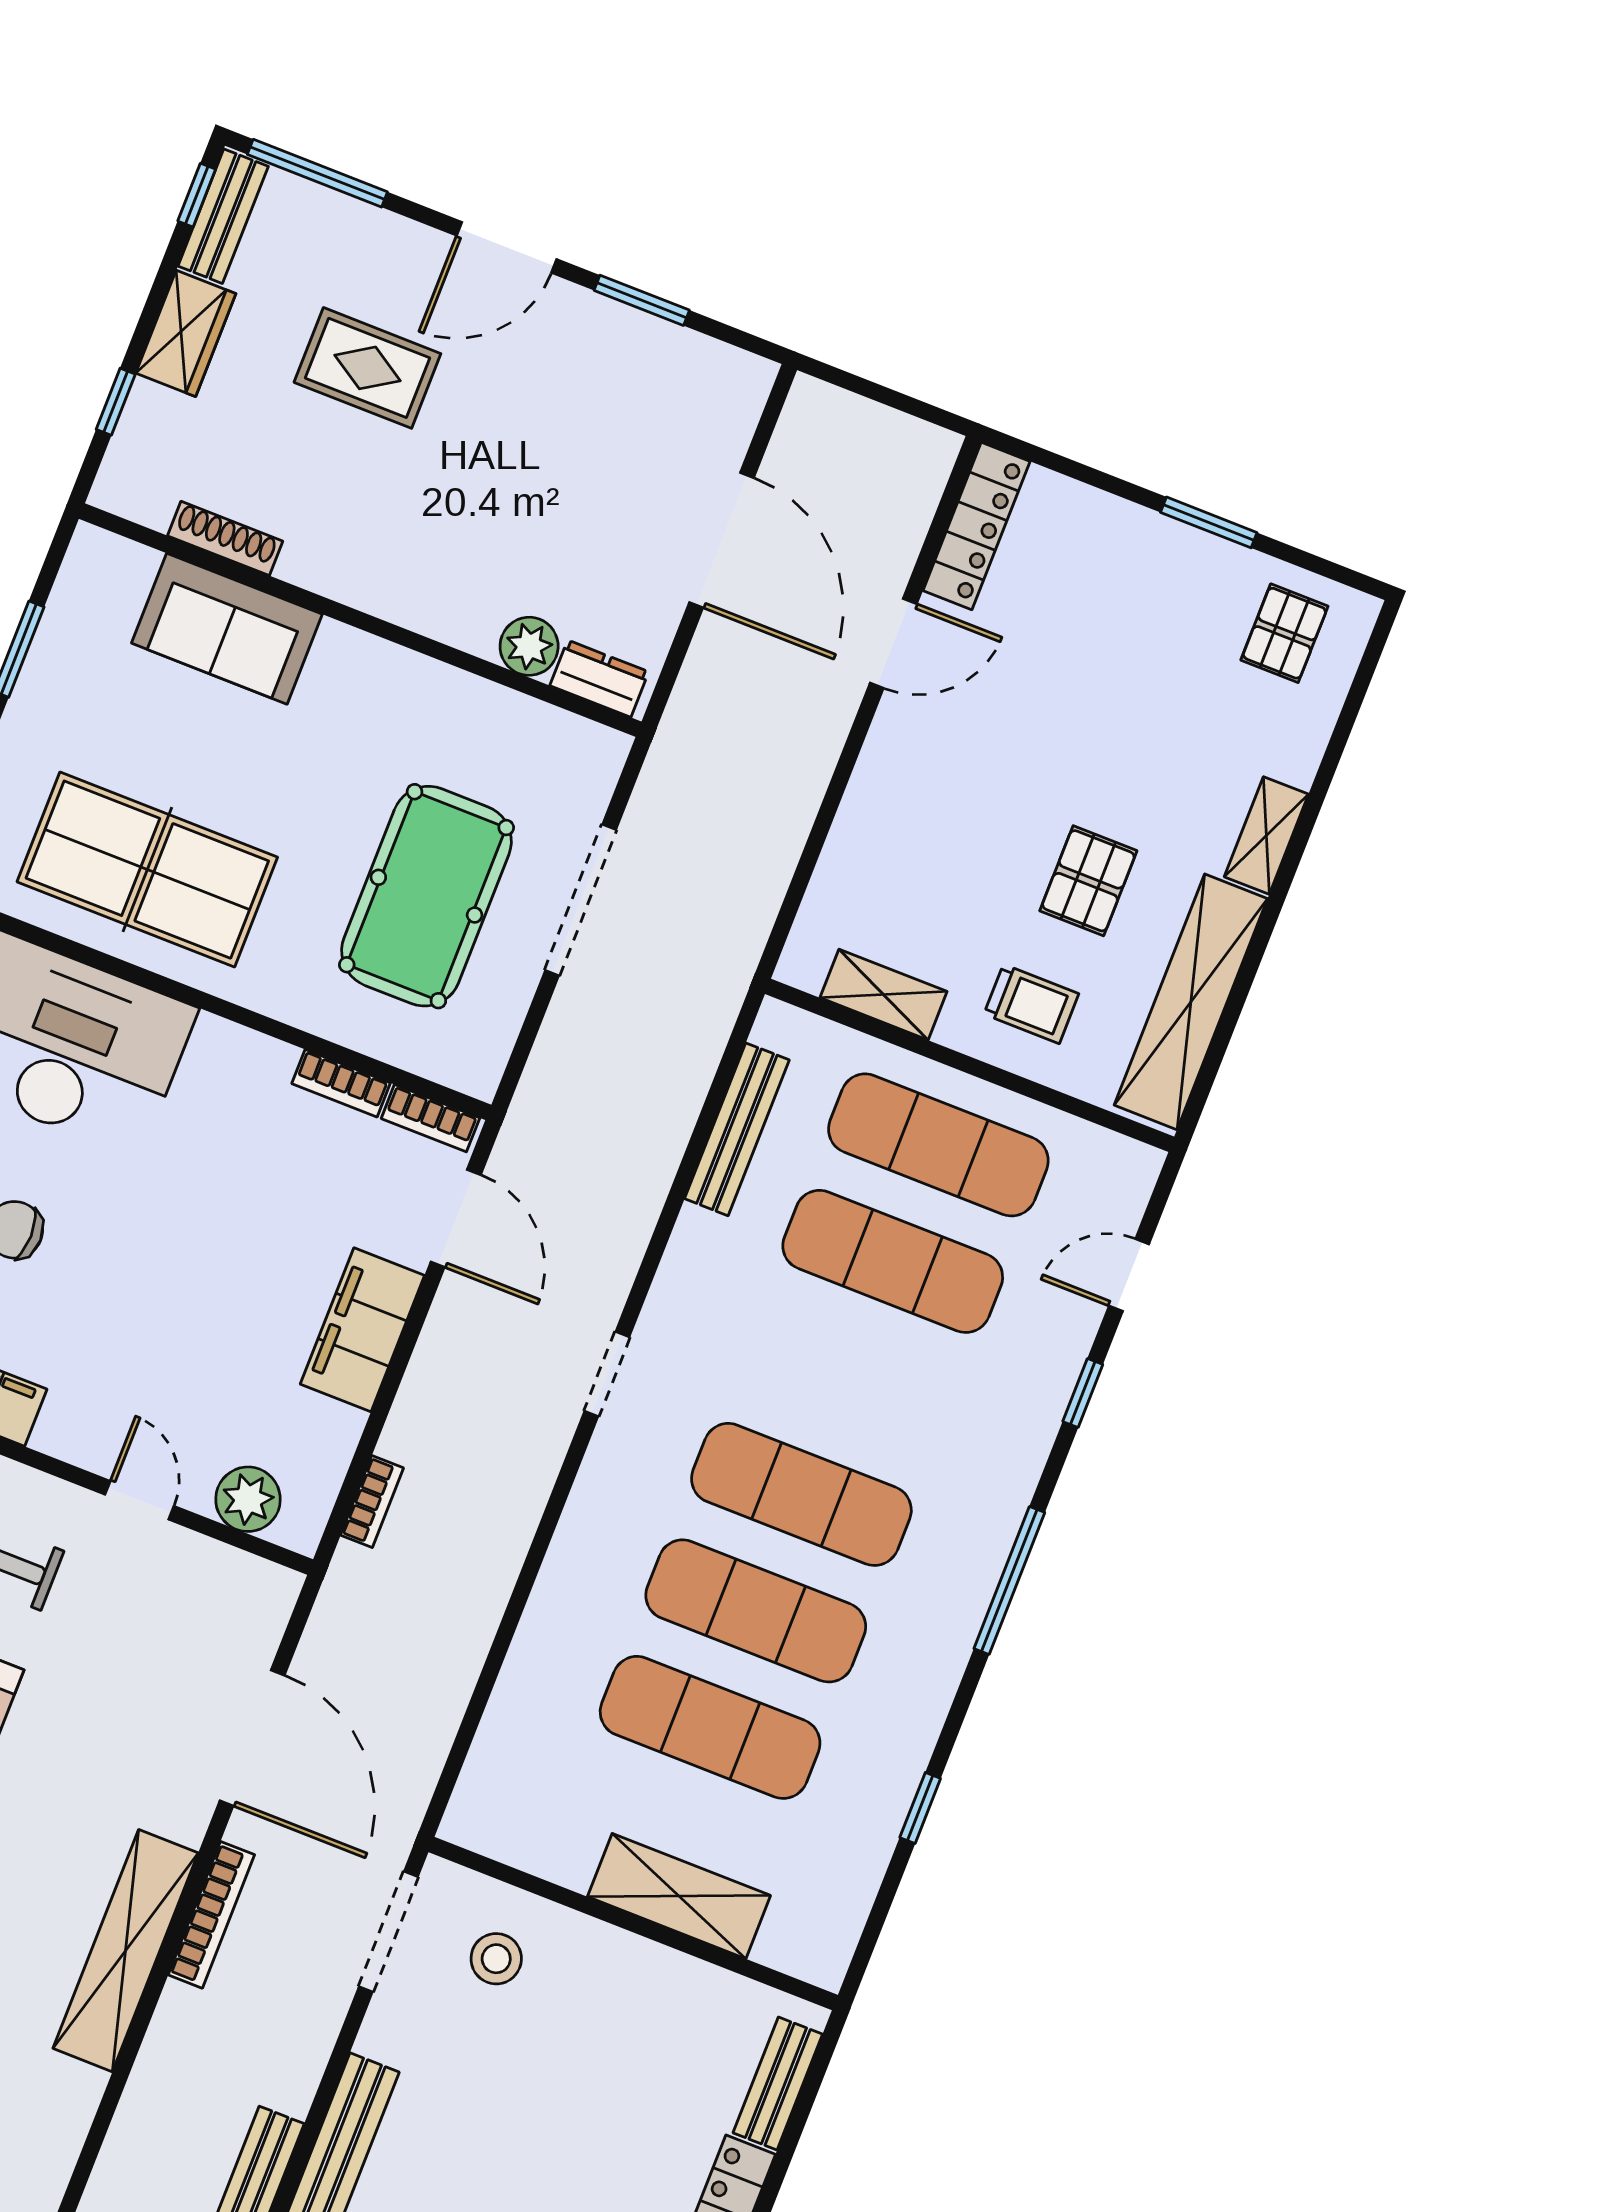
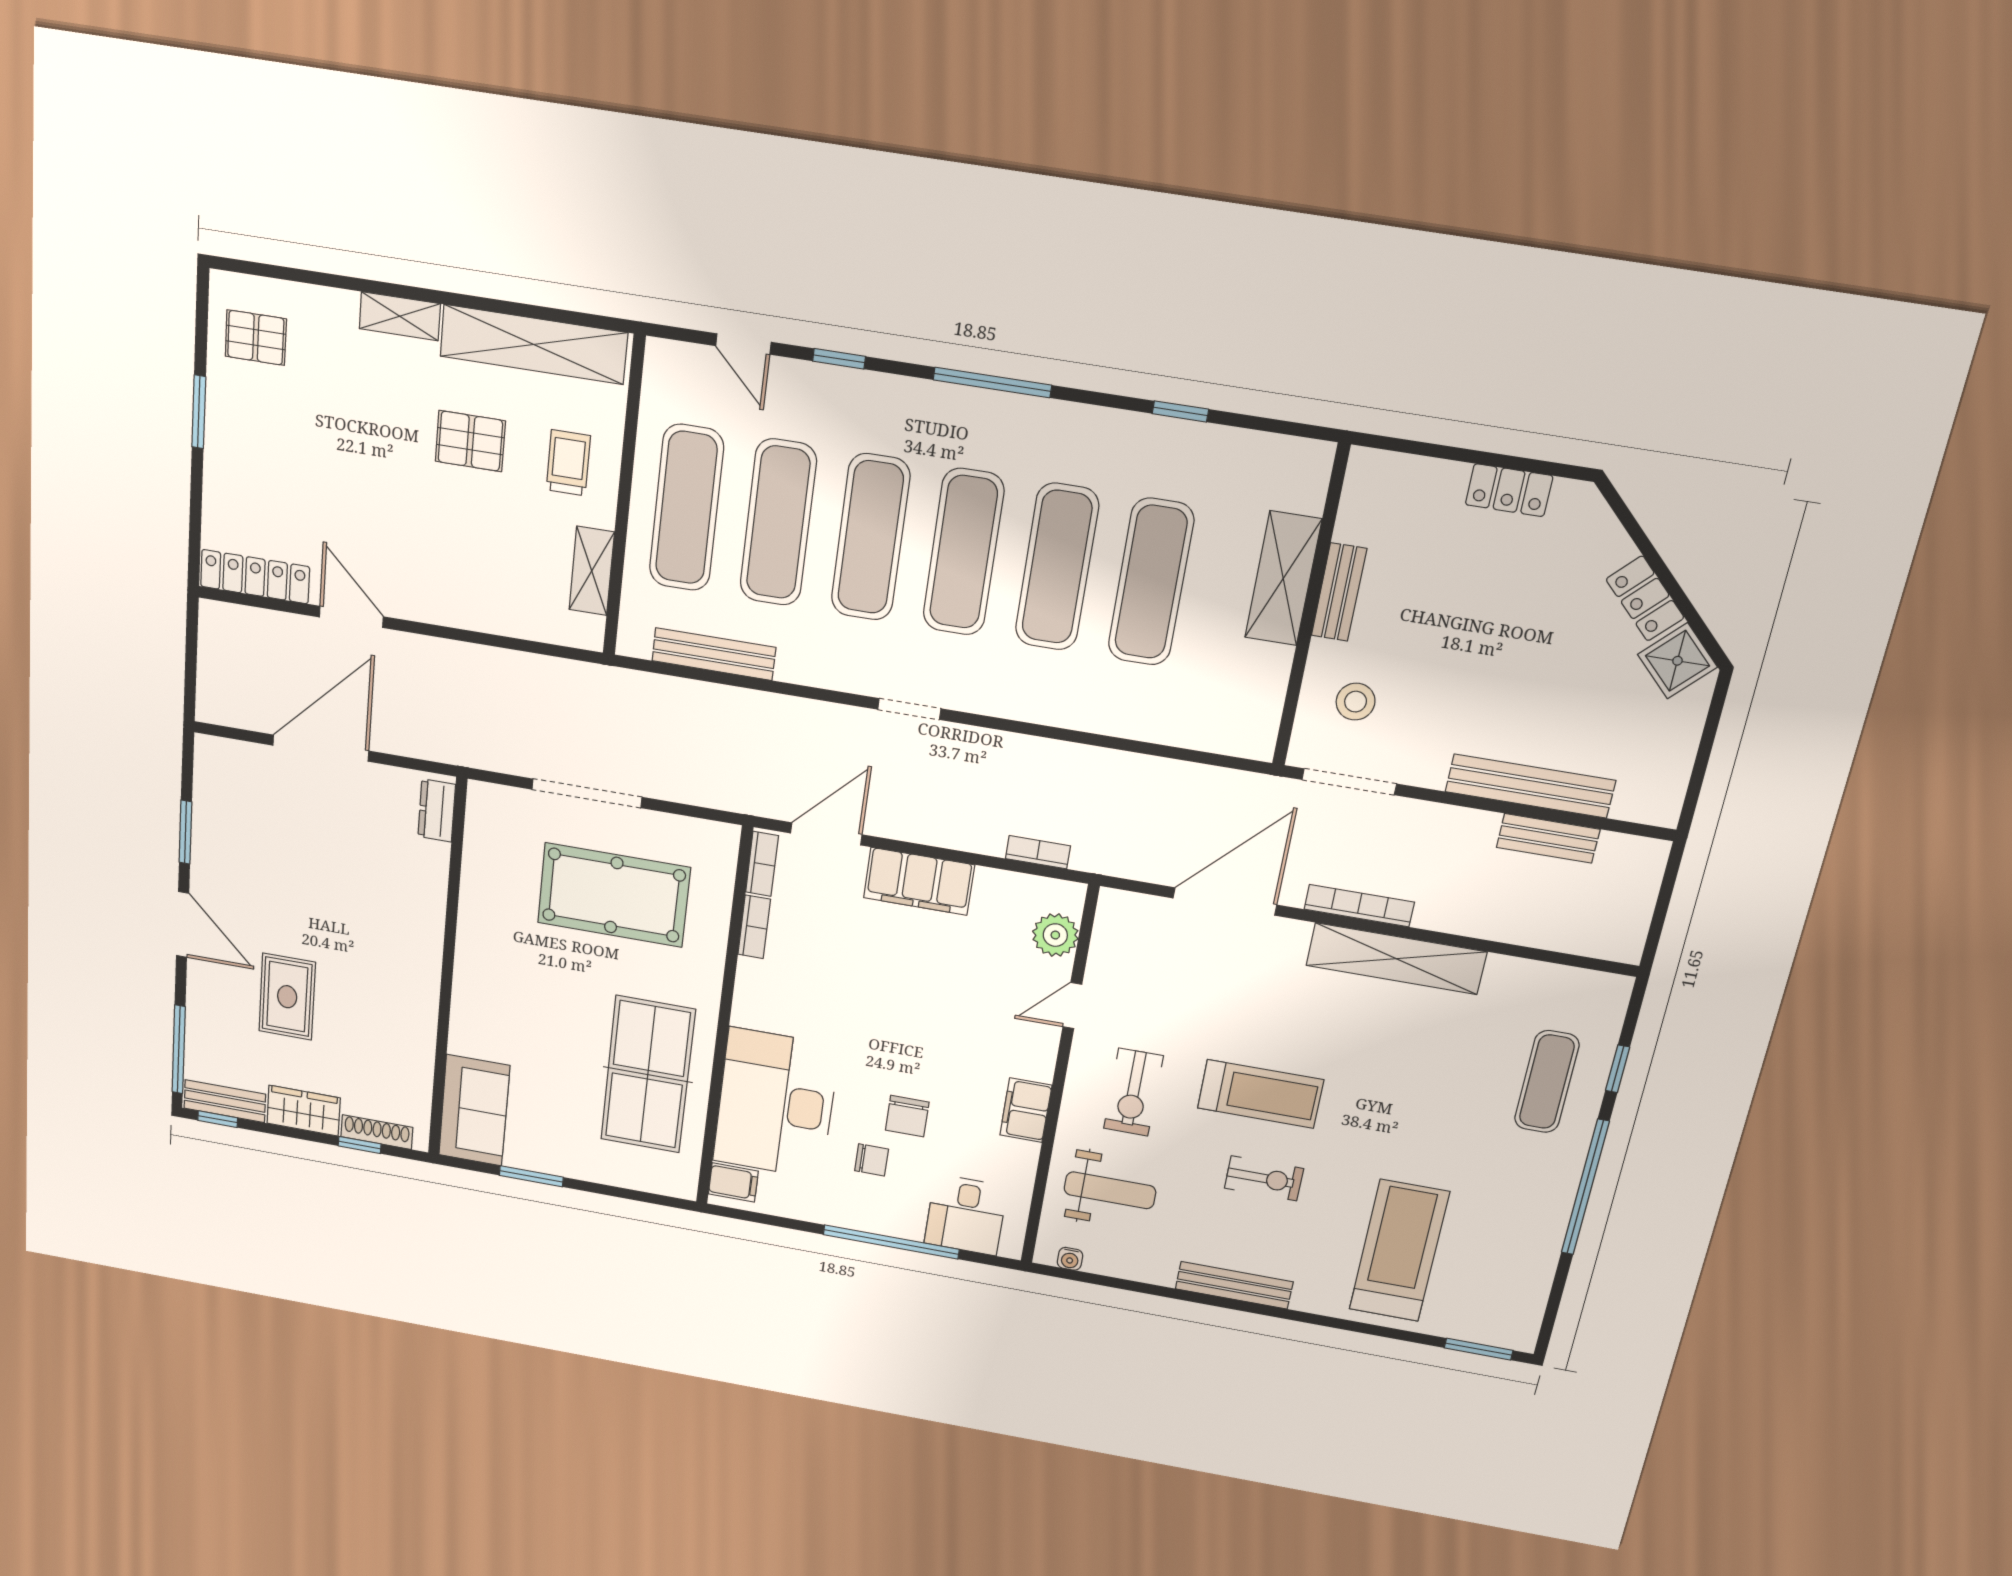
shoe rack: (225, 538) -> (377, 1132), moved, turned 90
sofa: (227, 629) -> (474, 1110), moved
plant: (529, 646) -> (430, 860), removed
exercise mat: (847, 1378) -> (871, 537), added
bench: (778, 2084) -> (1339, 592), moved, turned 90

